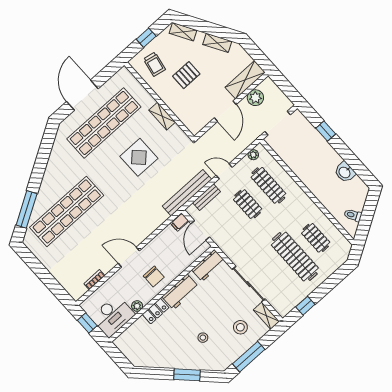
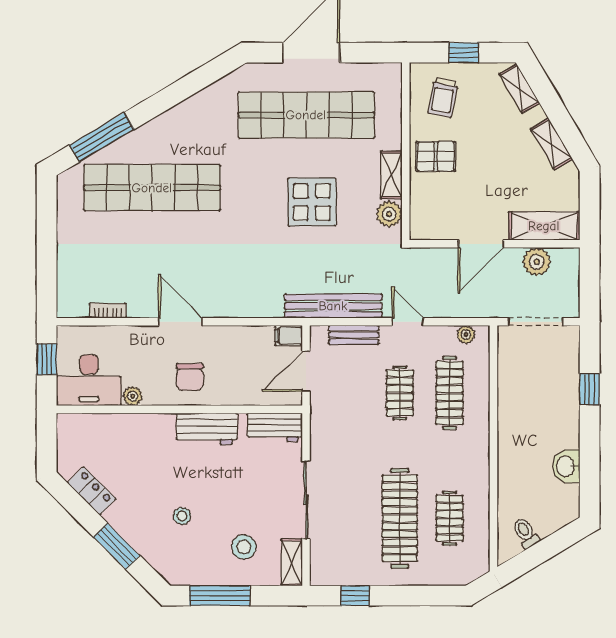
pallet: (186, 75) -> (436, 156), moved
plant: (176, 133) -> (389, 214), added
locker: (156, 311) -> (92, 491), moved, turned -135

